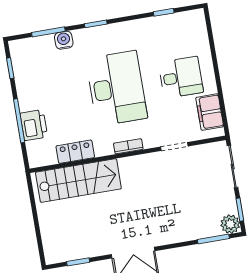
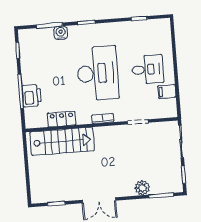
filing cabinet: (210, 112) -> (167, 92), width x0.50
plant: (230, 224) -> (142, 188), moved

